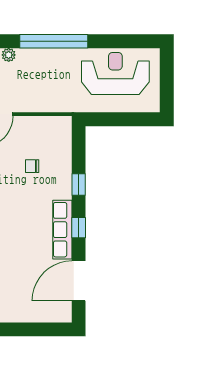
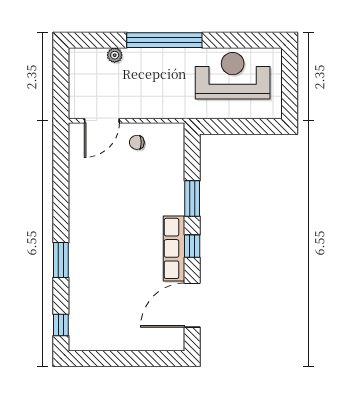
chair: (32, 166) -> (137, 142), moved
window: (79, 185) -> (192, 199), width x1.50

